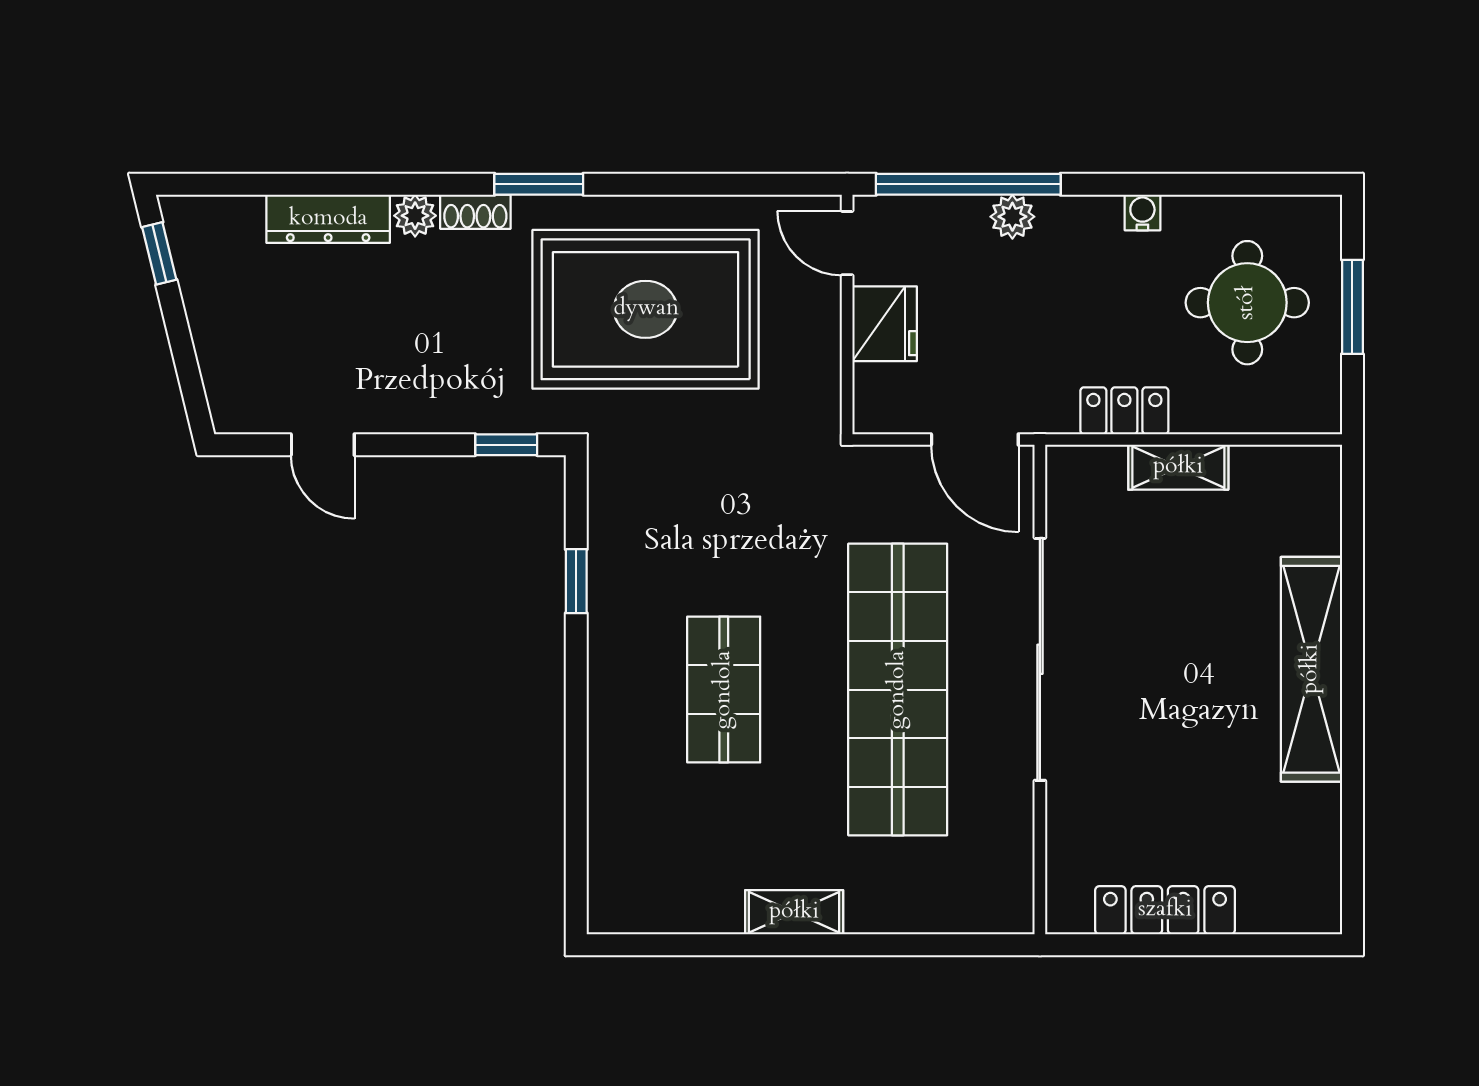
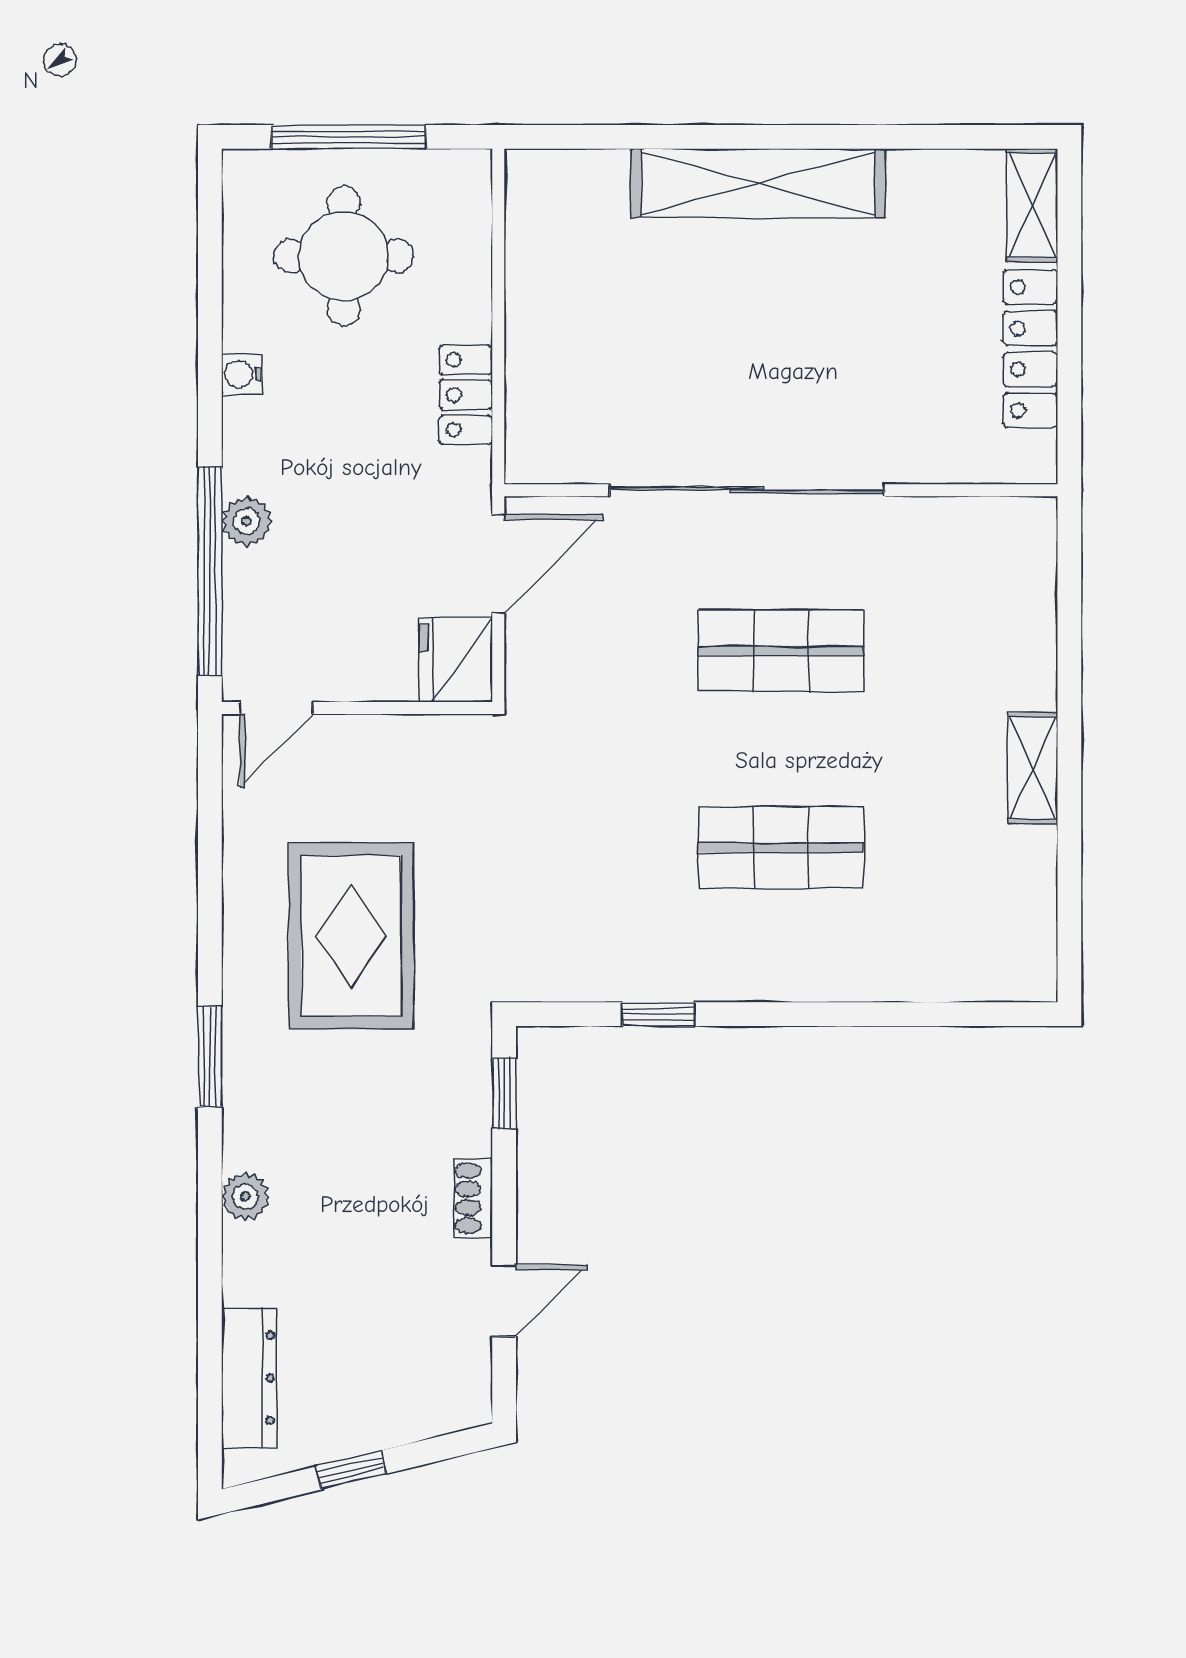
shoe rack: (475, 212) -> (473, 1198), moved, turned 180
dresser: (328, 219) -> (249, 1378), moved
window: (159, 253) -> (351, 1470), moved
window: (1352, 307) -> (348, 137), width x1.44
rug: (646, 309) -> (351, 936), width x0.73, depth x0.69
fridge: (885, 324) -> (456, 660), moved, turned -90
shelving: (1178, 467) -> (1032, 205), moved
shop shelf: (898, 690) -> (781, 651), width x0.50, depth x0.74

